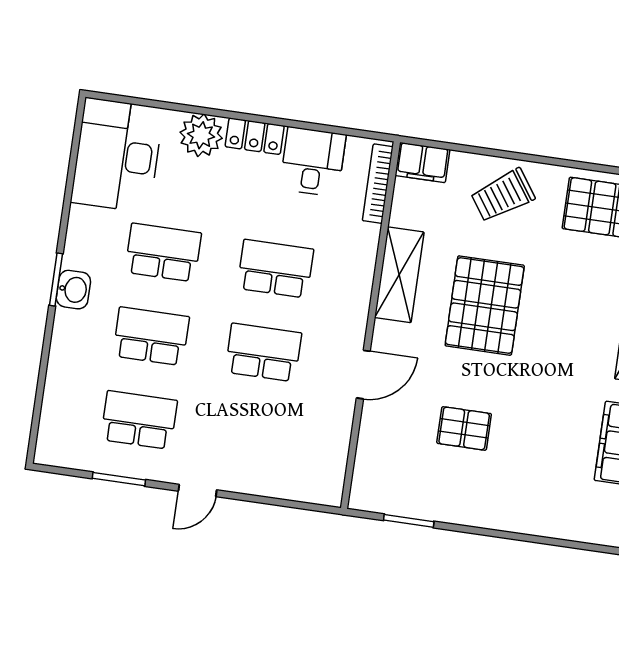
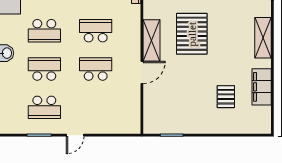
school desk: (163, 253) -> (44, 31), turned 180
shelving: (399, 275) -> (152, 41), moved
school desk: (139, 420) -> (44, 107), turned 180
pallet: (464, 428) -> (226, 97), moved, turned 90

